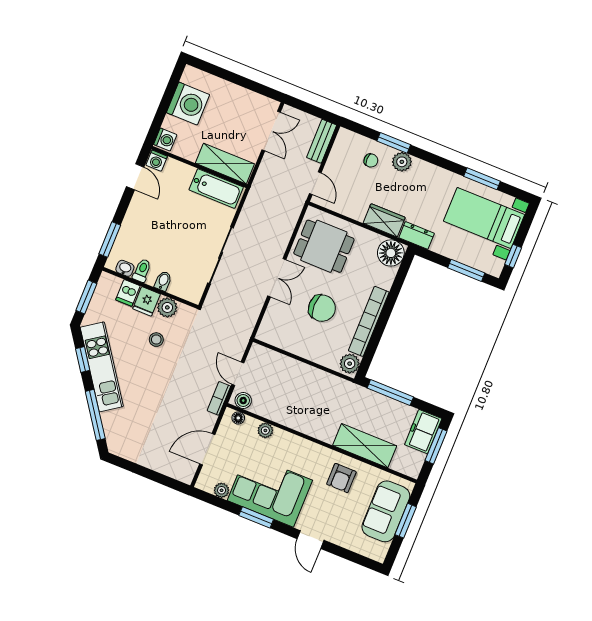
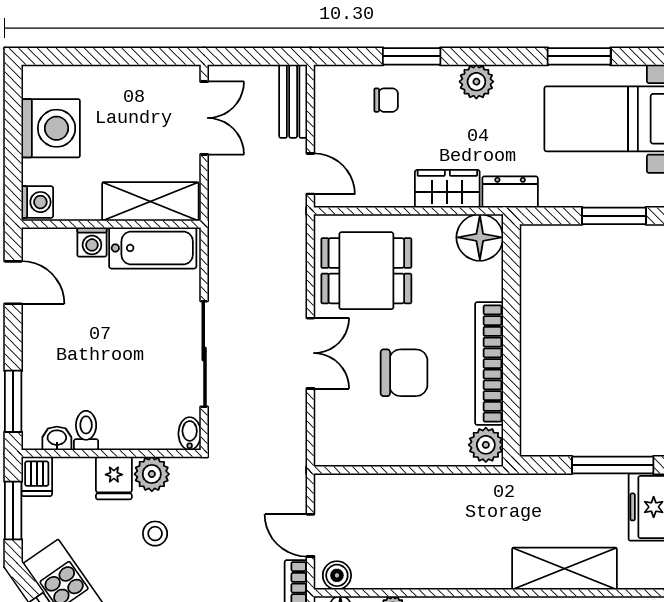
washing machine: (157, 161) -> (92, 242), moved
plant: (402, 162) -> (476, 82), moved
bidet: (163, 281) -> (190, 434), moved
dishwasher: (128, 293) -> (37, 476), moved
window: (390, 392) -> (613, 465), moved

